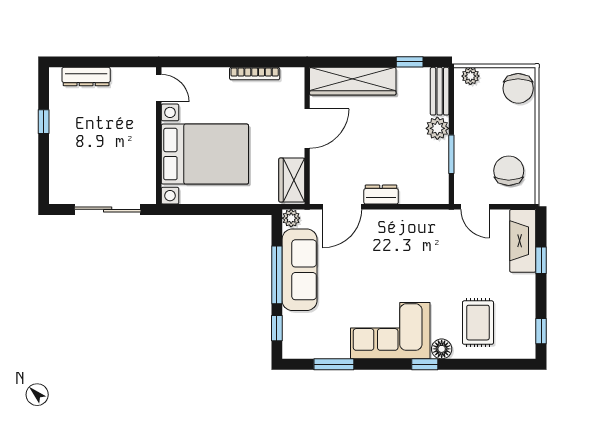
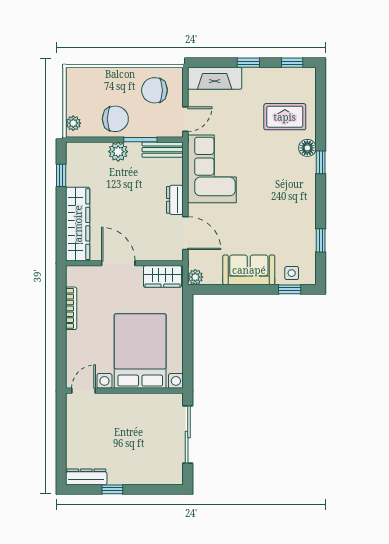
dresser: (86, 77) -> (86, 477), moved, turned -90
chair: (518, 88) -> (115, 119), moved
bench: (440, 91) -> (163, 150), moved
window: (541, 260) -> (248, 63), moved
sofa: (300, 270) -> (249, 270), width x0.73
window: (277, 275) -> (244, 289), removed
side table: (296, 331) -> (292, 273), added
corner sofa: (390, 331) -> (212, 169), moved, turned 180
window: (334, 364) -> (321, 240), width x0.67

